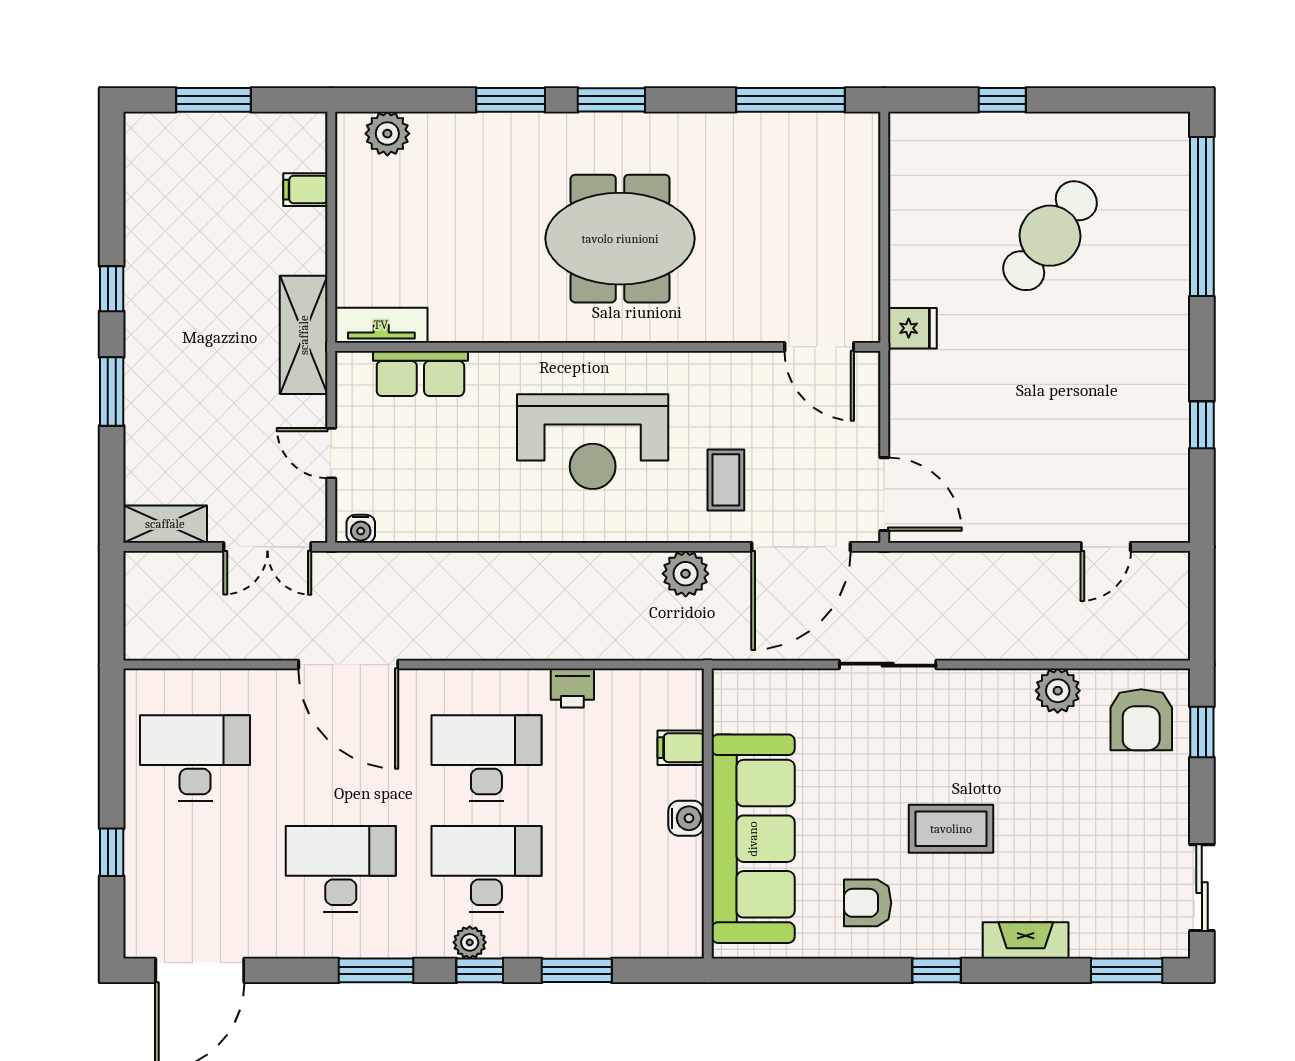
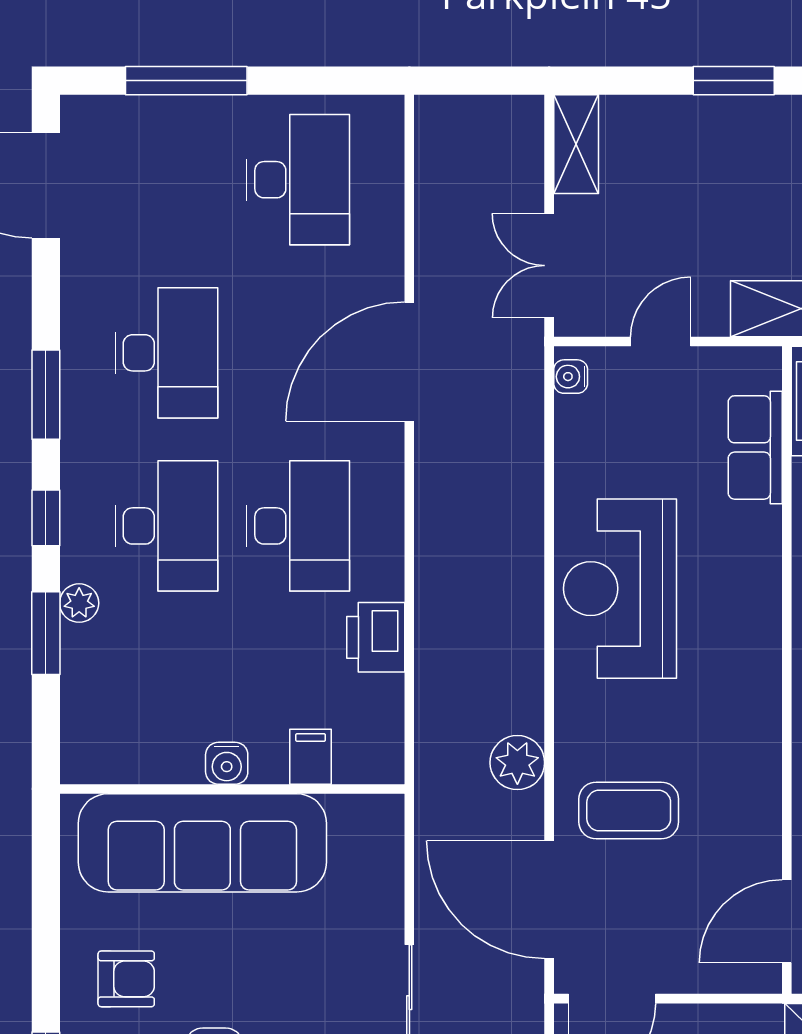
reception desk: (593, 442) -> (620, 589), moved
coffee table: (726, 480) -> (629, 810), width x1.36, depth x1.30
printer: (572, 688) -> (376, 637), width x1.36, depth x1.24
window: (112, 852) -> (186, 81), width x2.17
armchair: (868, 903) -> (126, 979), turned 90
plant: (470, 942) -> (79, 603), moved

